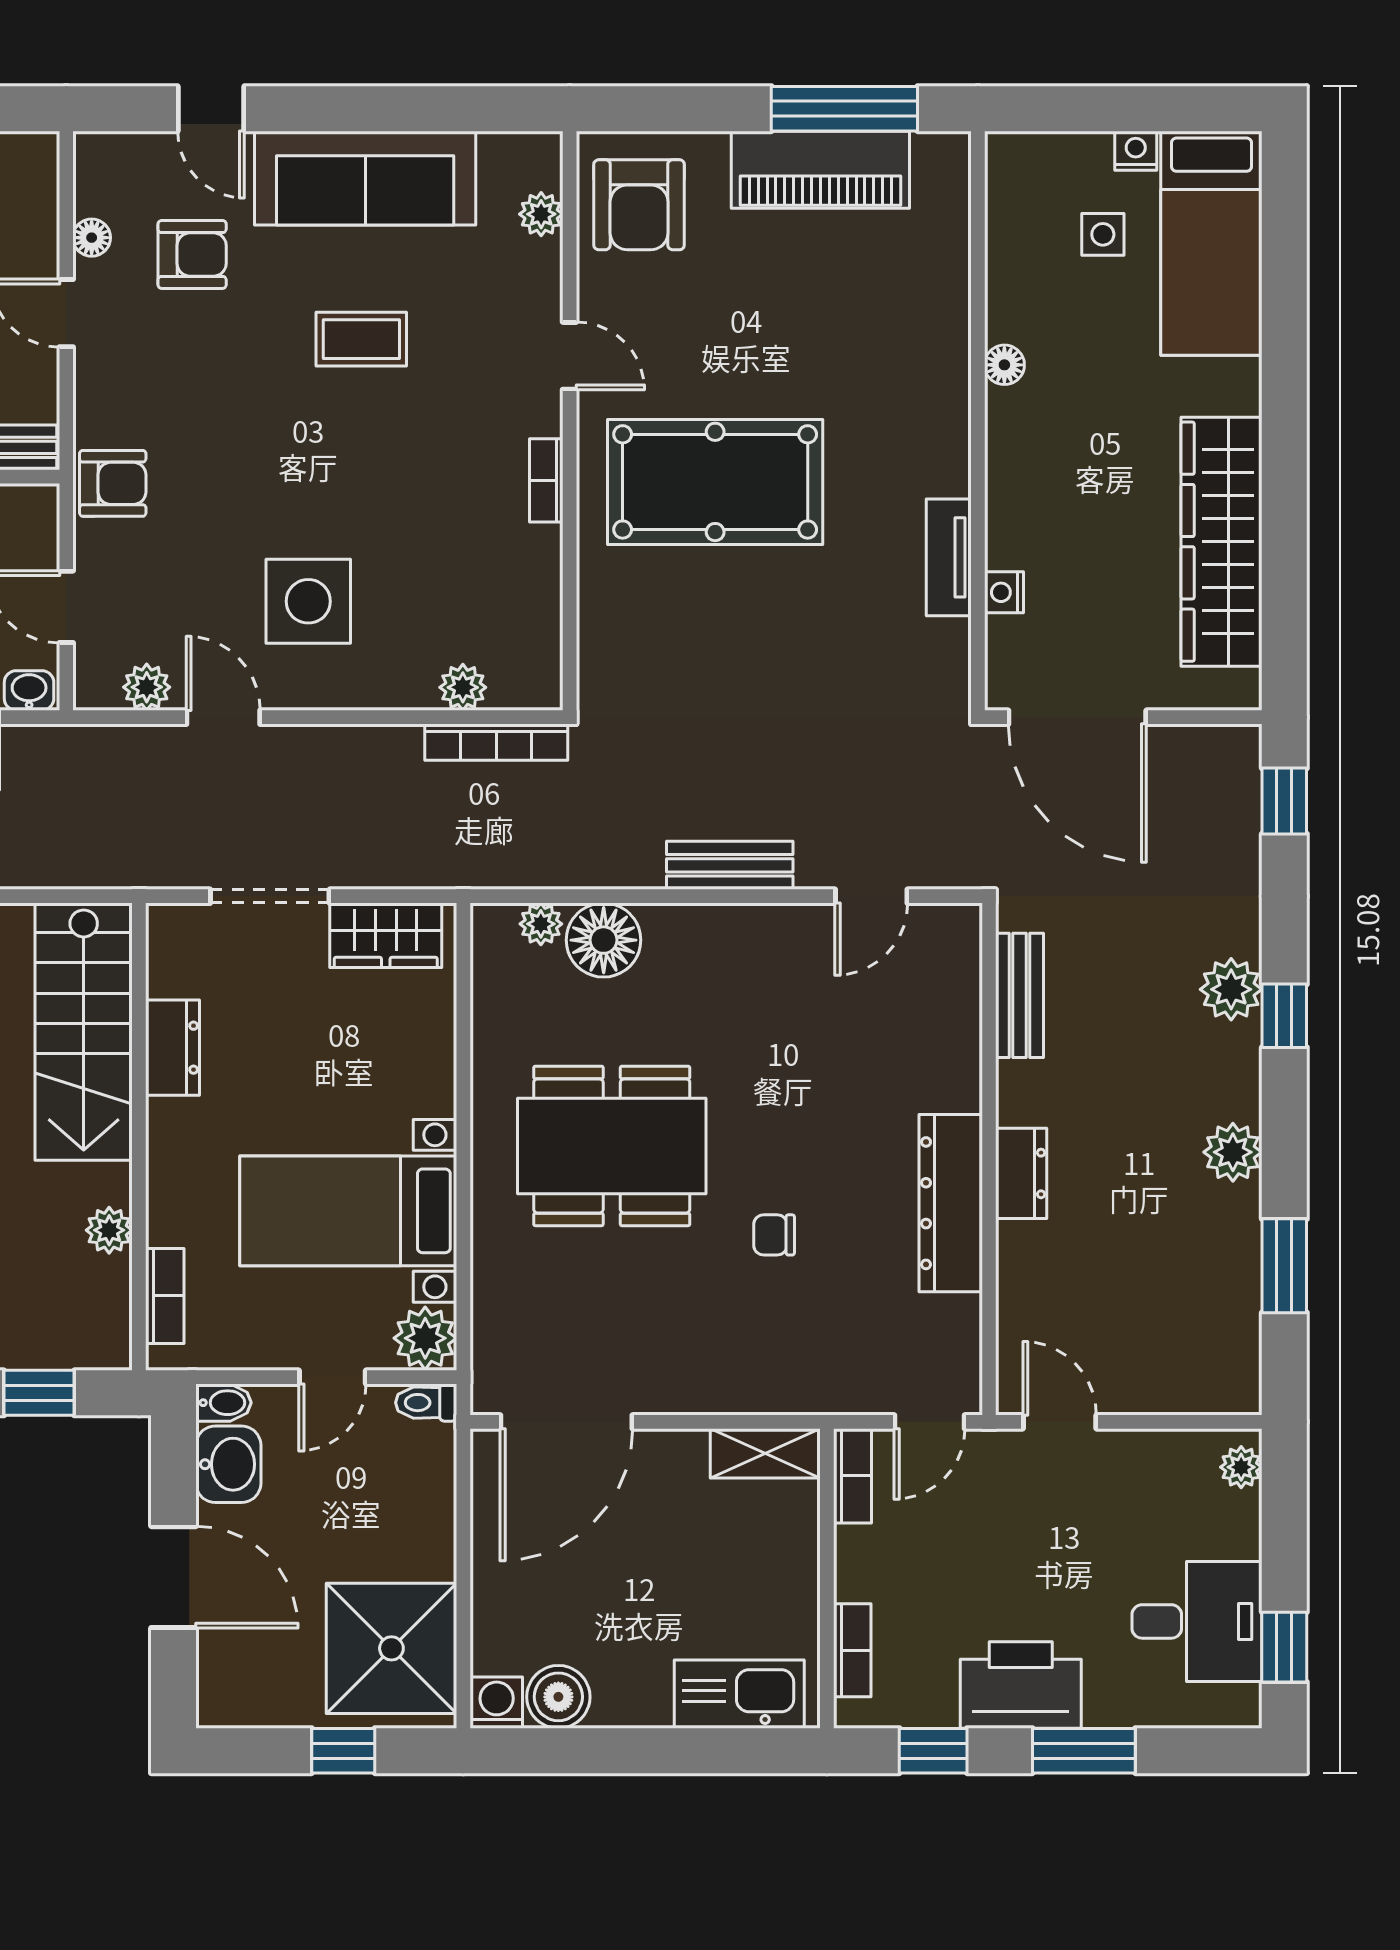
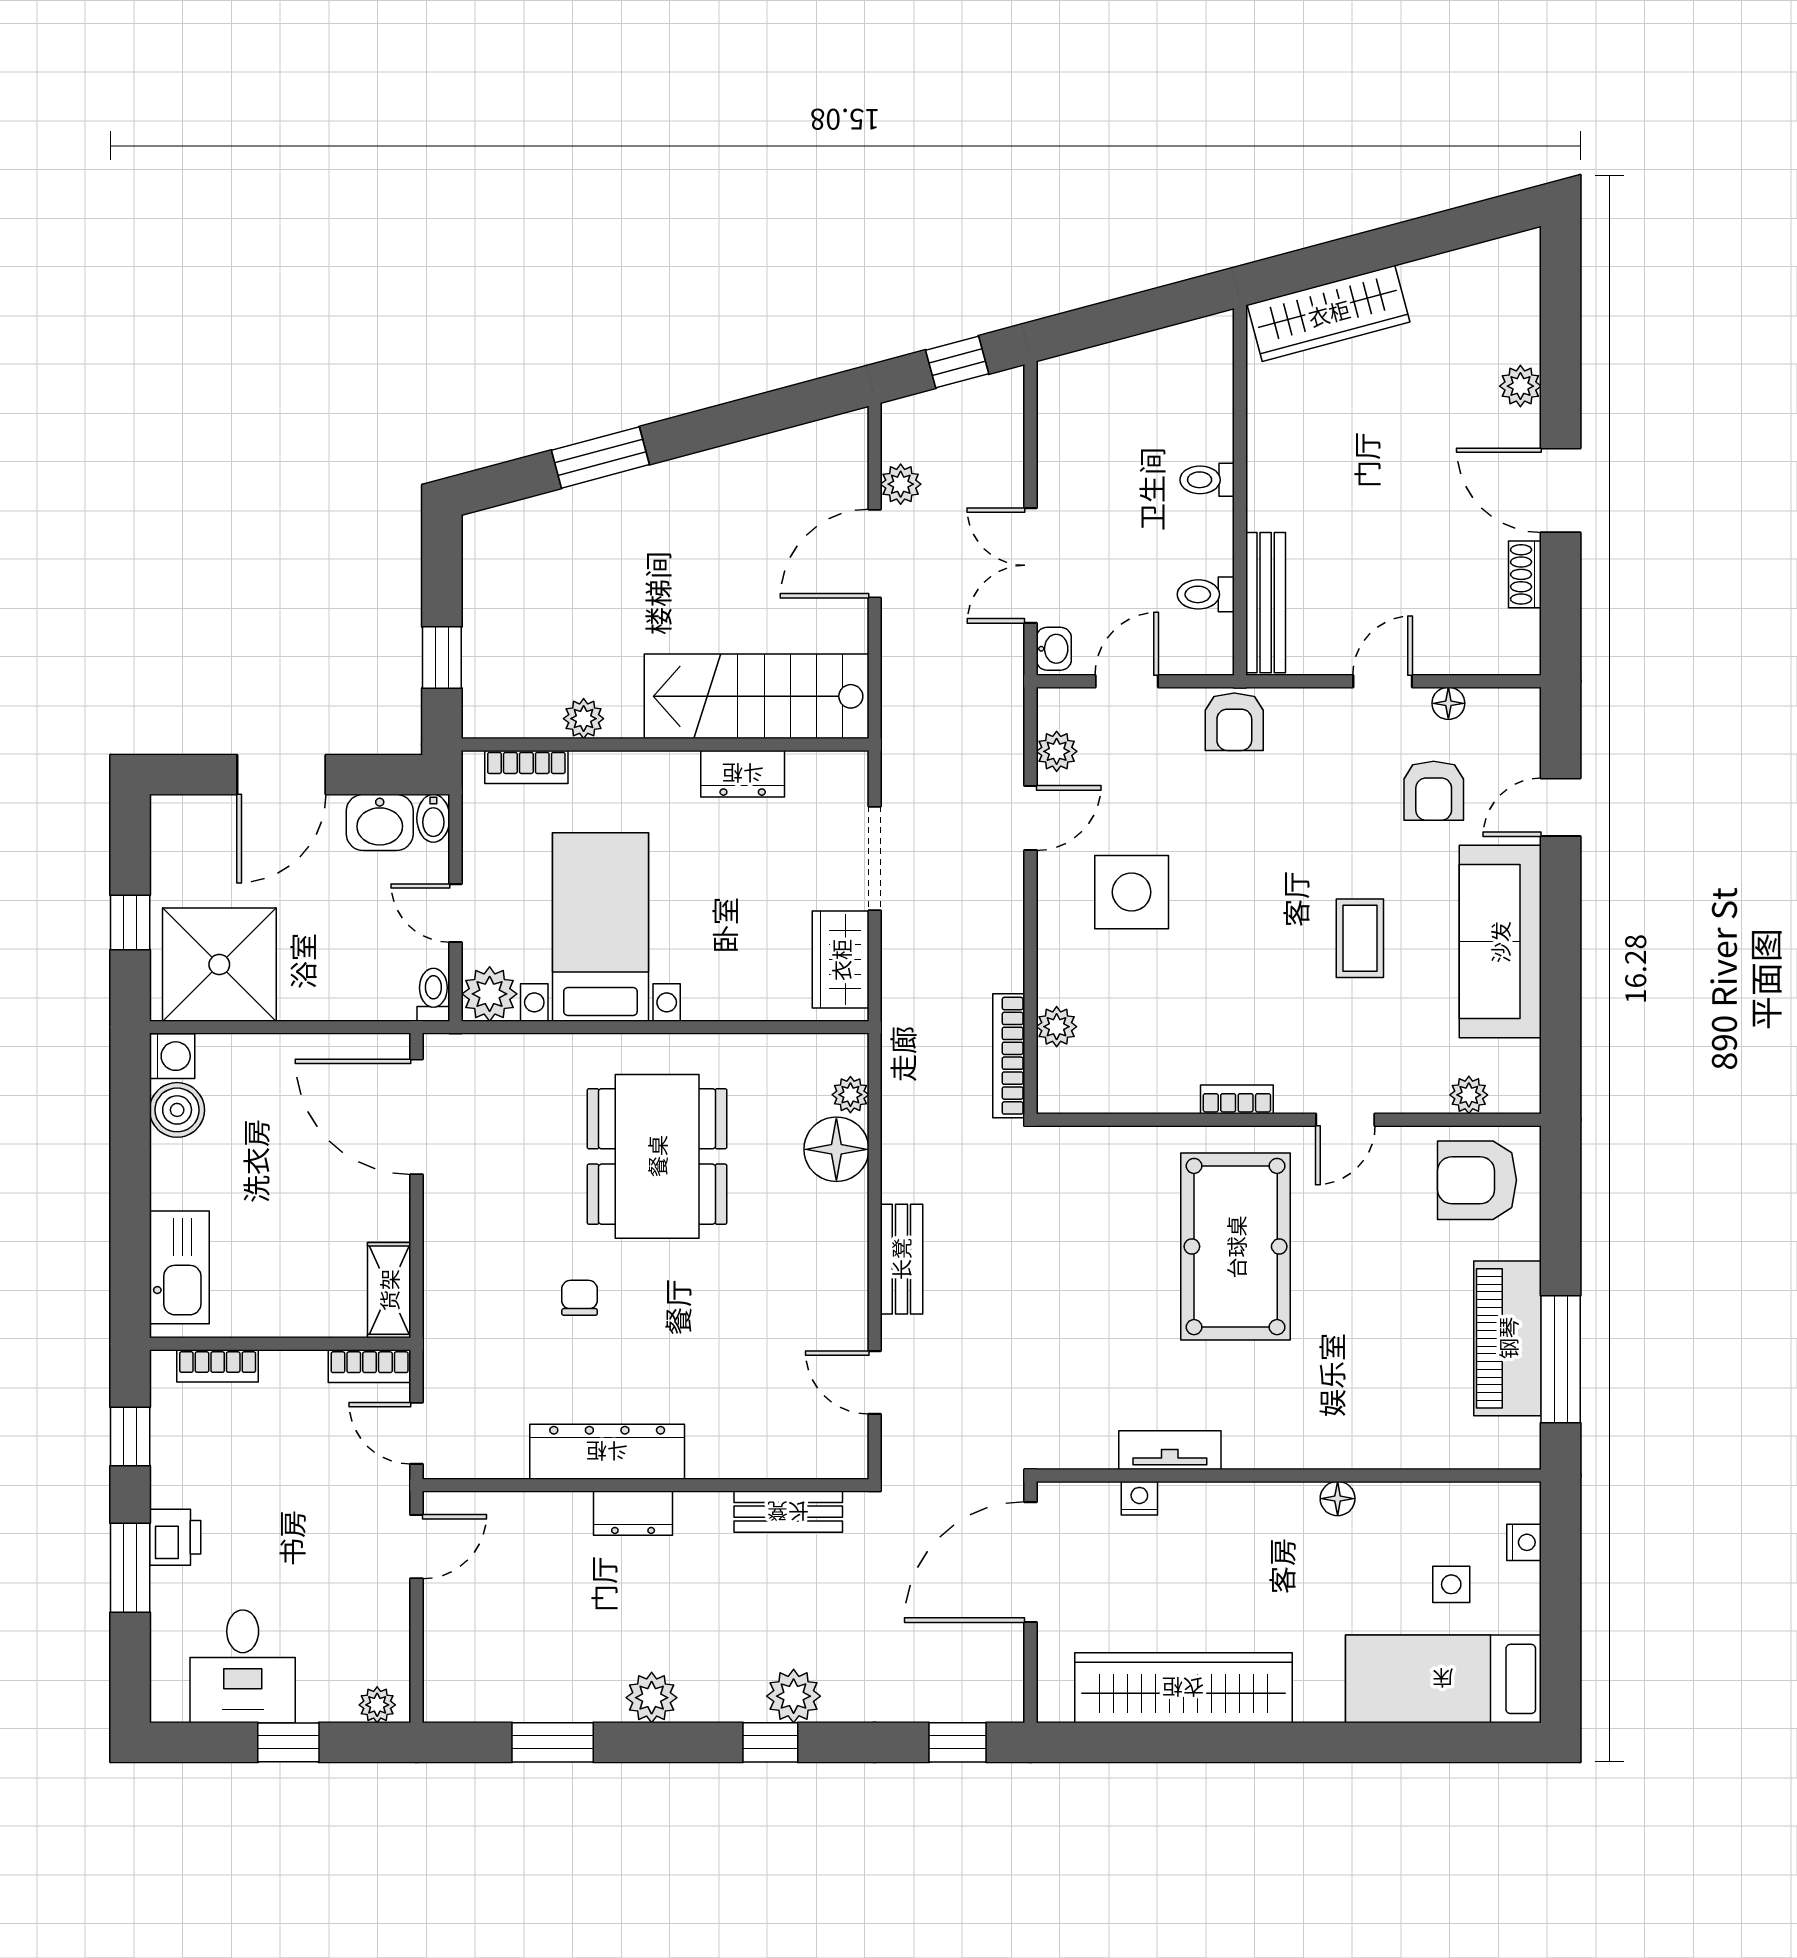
nightstand: (1136, 151) -> (1524, 1542), moved
window: (1284, 1647) -> (288, 1742), moved
printer: (1021, 1685) -> (175, 1537), width x0.53, depth x0.68

